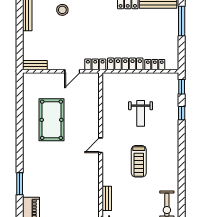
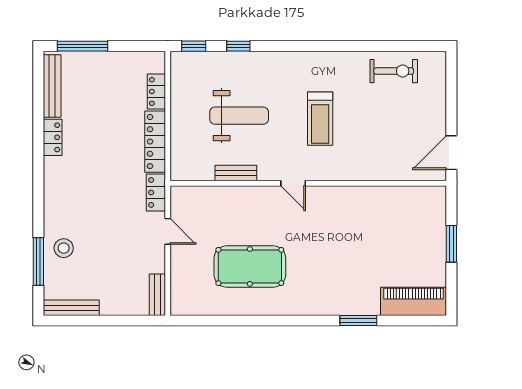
weight bench: (141, 113) -> (239, 116), width x1.36, depth x1.33
treadmill: (139, 161) -> (320, 119), turned 90
bench: (107, 198) -> (236, 173), moved

